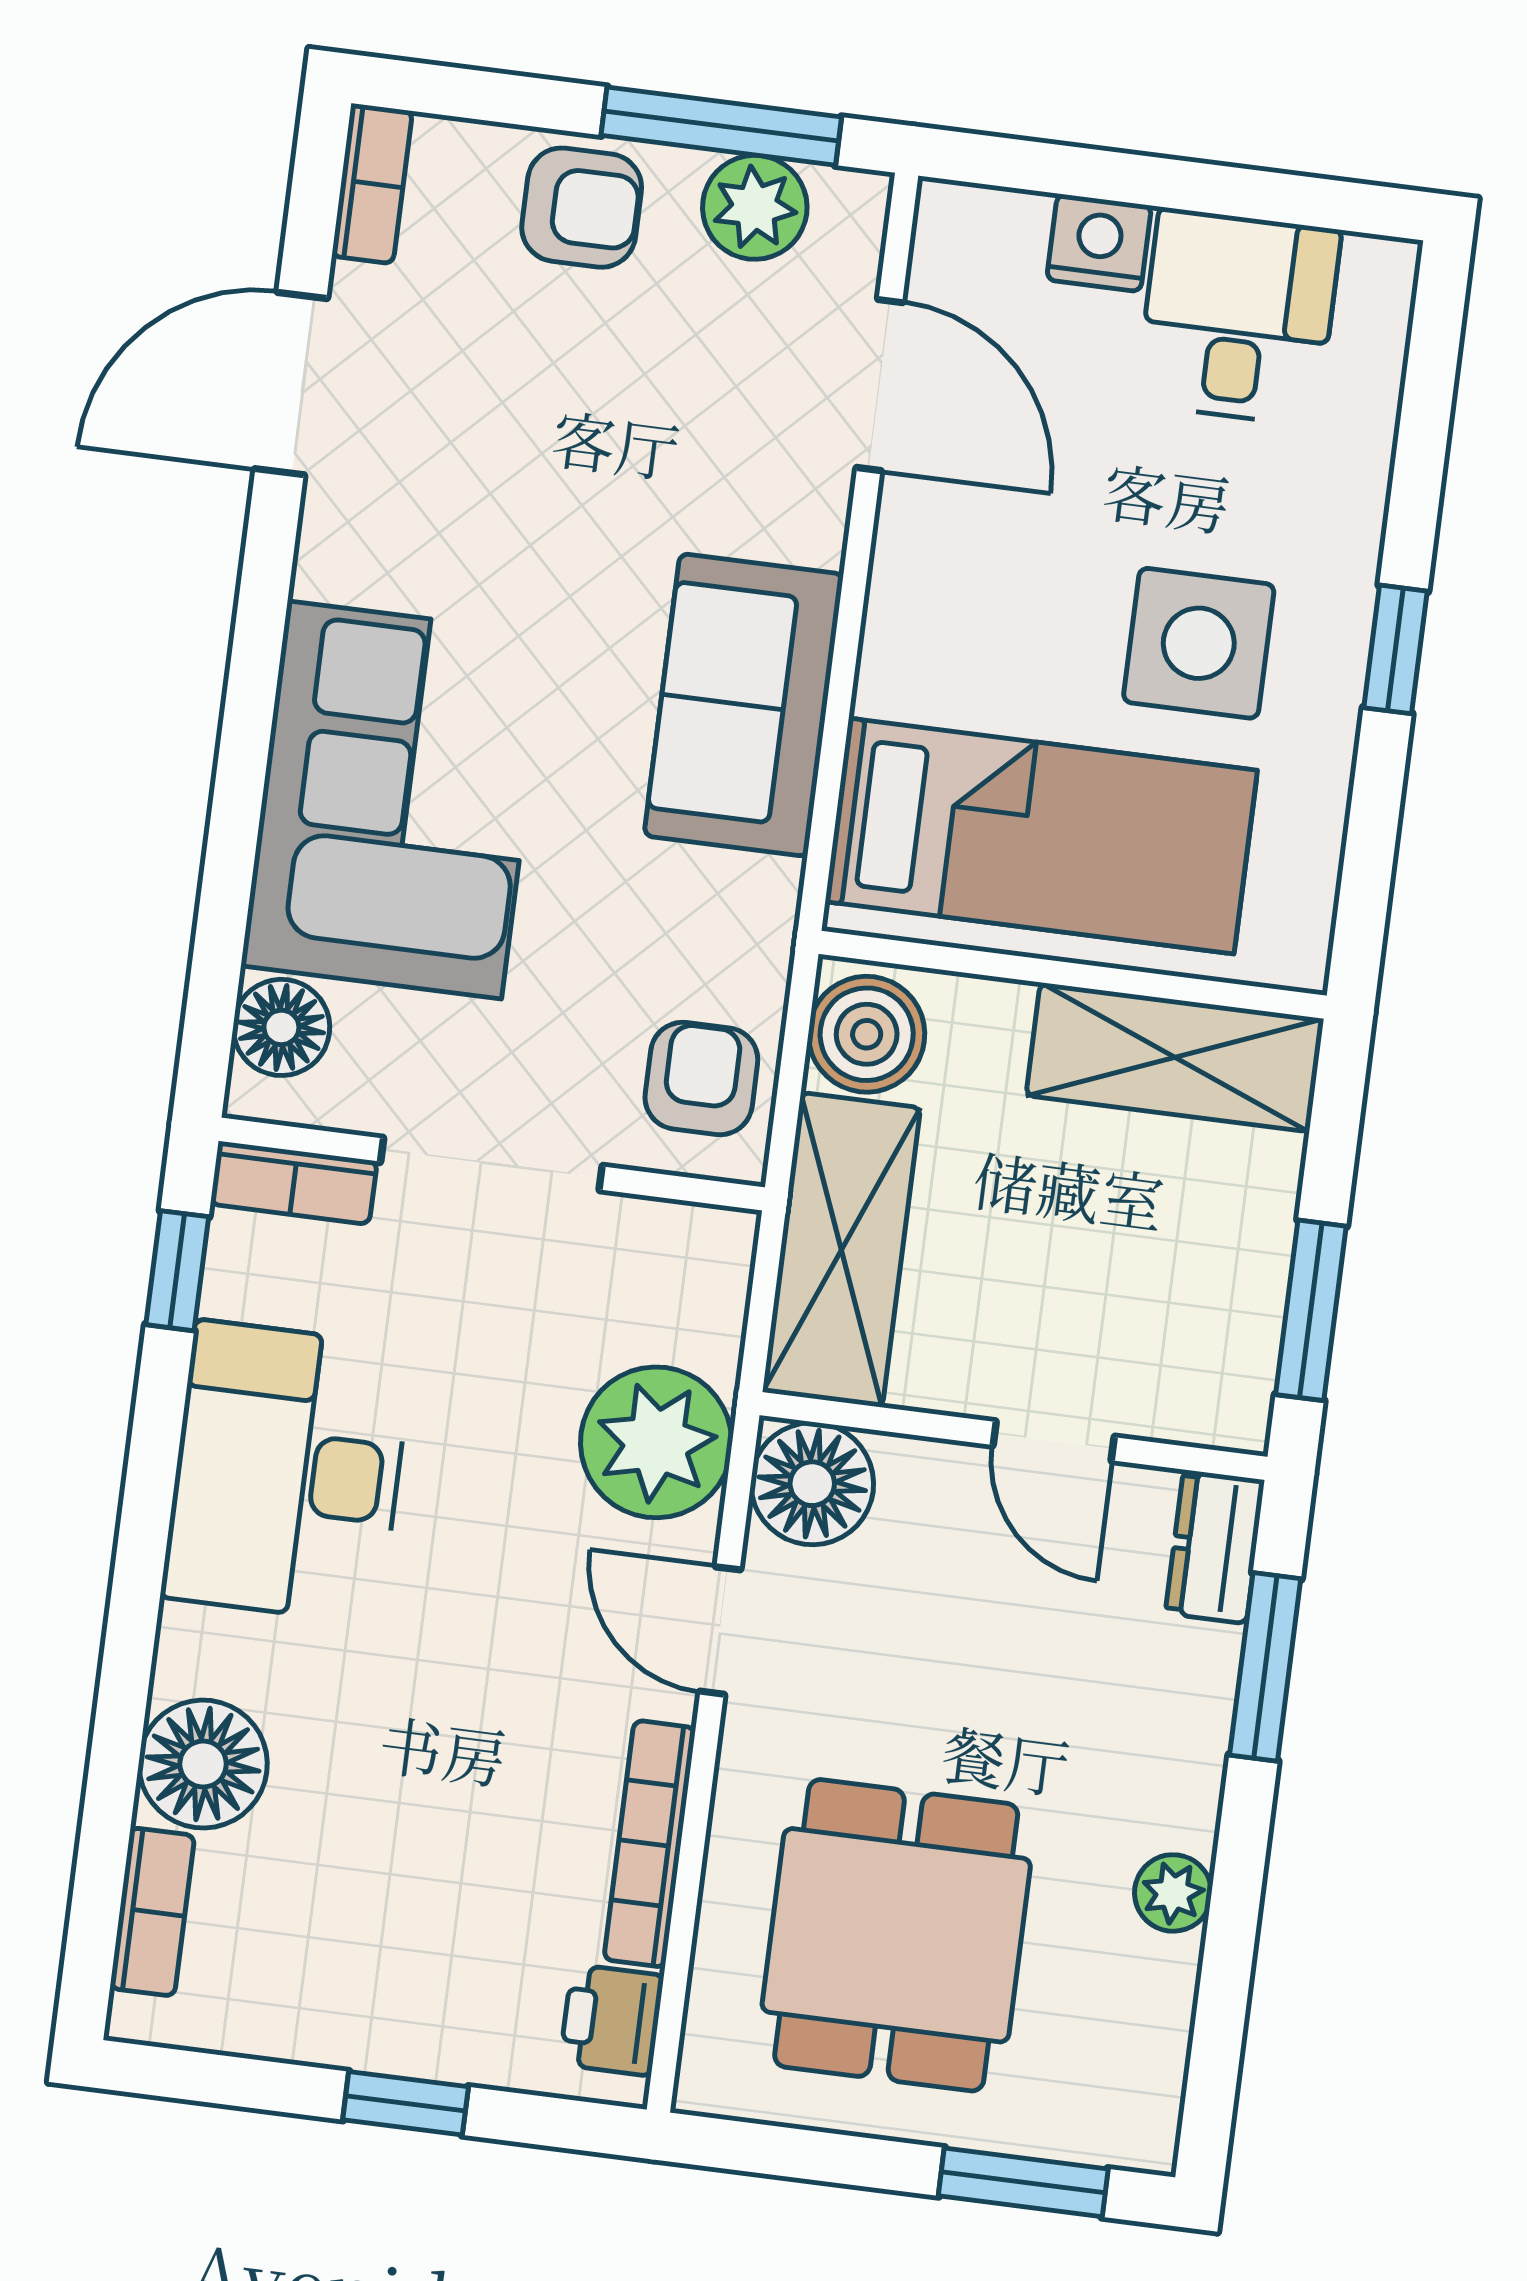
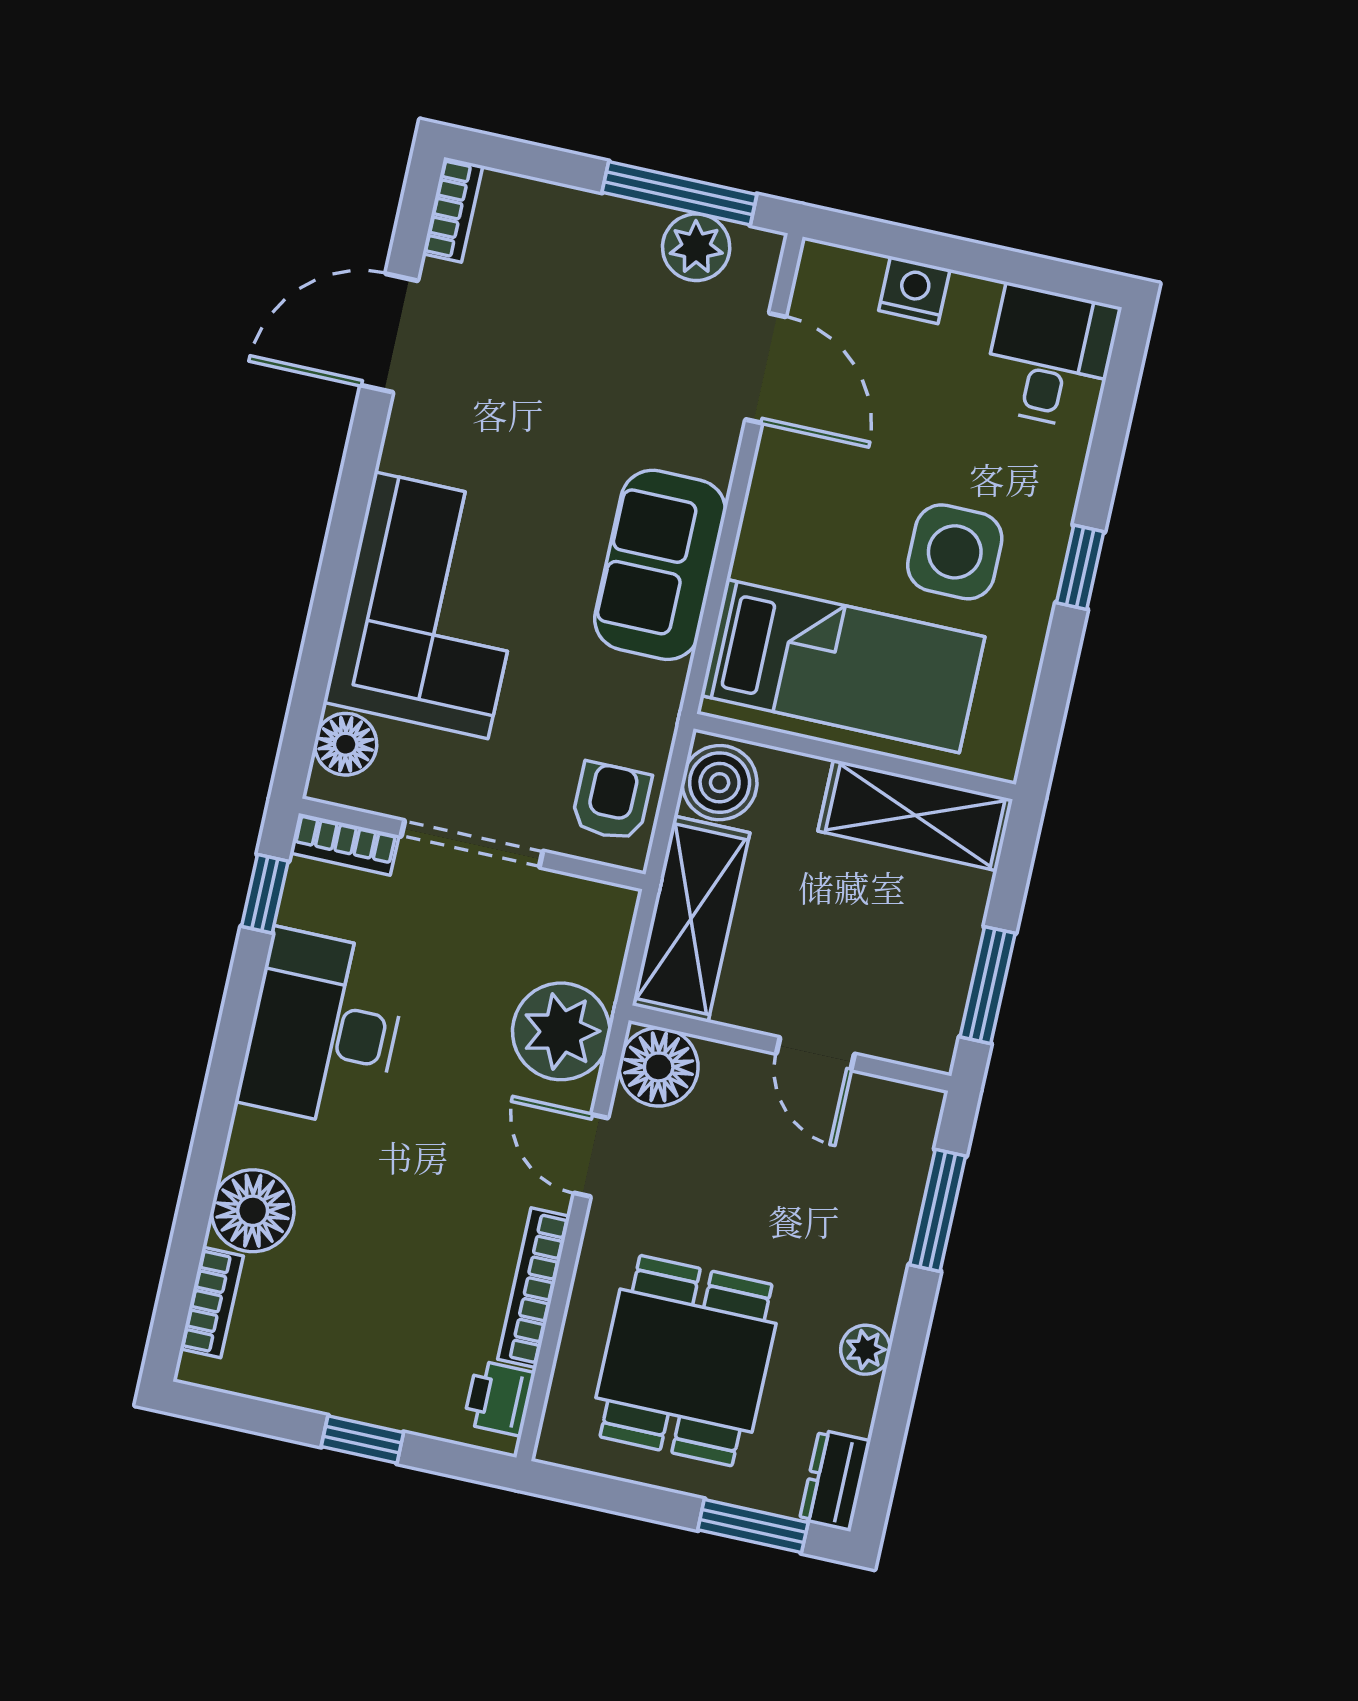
armchair: (582, 208) -> (585, 237), removed
desk: (1238, 317) -> (1050, 357), moved
dresser: (1215, 1547) -> (835, 1481), moved

